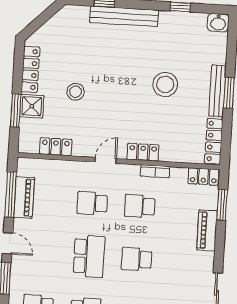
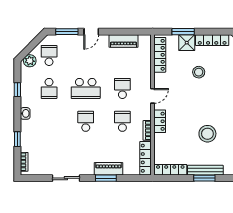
locker: (56, 147) -> (160, 55), width x1.53
door: (106, 160) -> (153, 96), hinge flipped
locker: (203, 176) -> (146, 158), width x1.53
window: (11, 194) -> (125, 32), removed
window: (222, 205) -> (106, 178), moved

